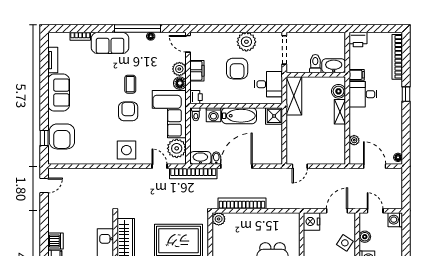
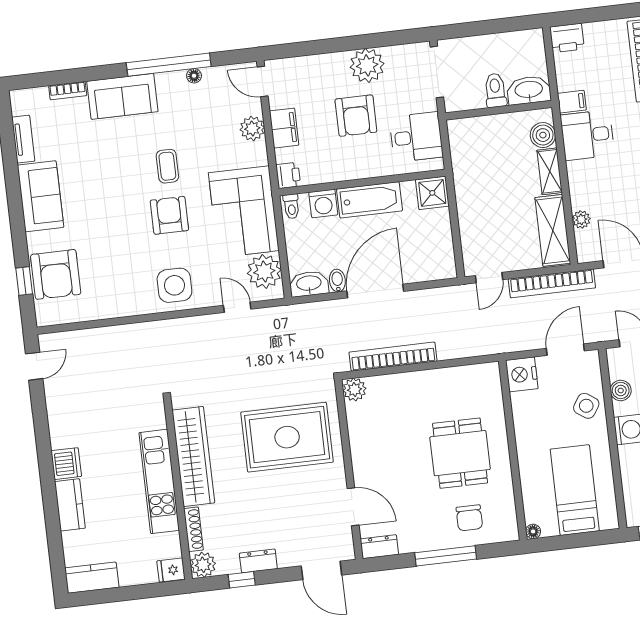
floor lamp: (180, 83) -> (256, 154), removed
shelving: (294, 96) -> (553, 230), moved
bookcase: (193, 173) -> (552, 283), moved

